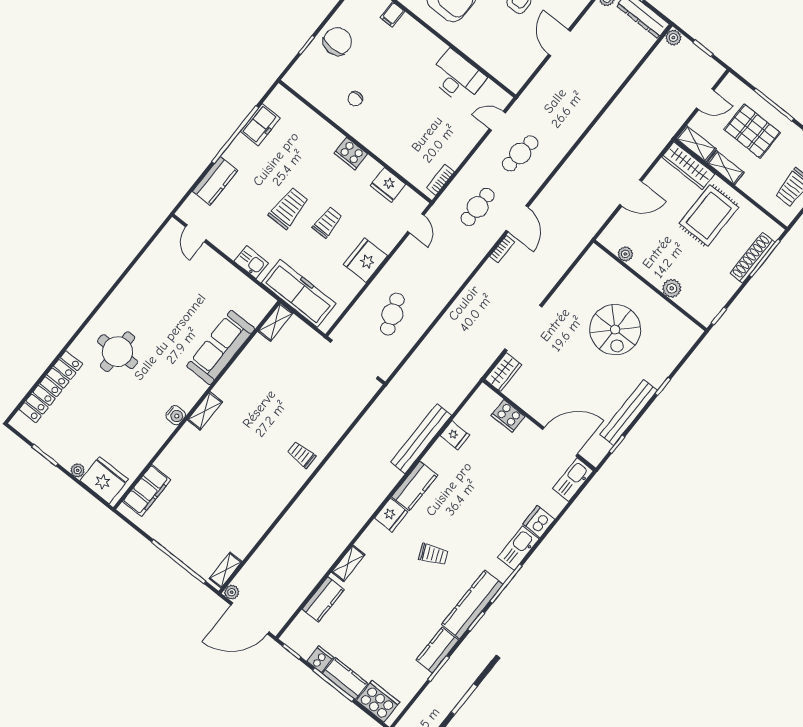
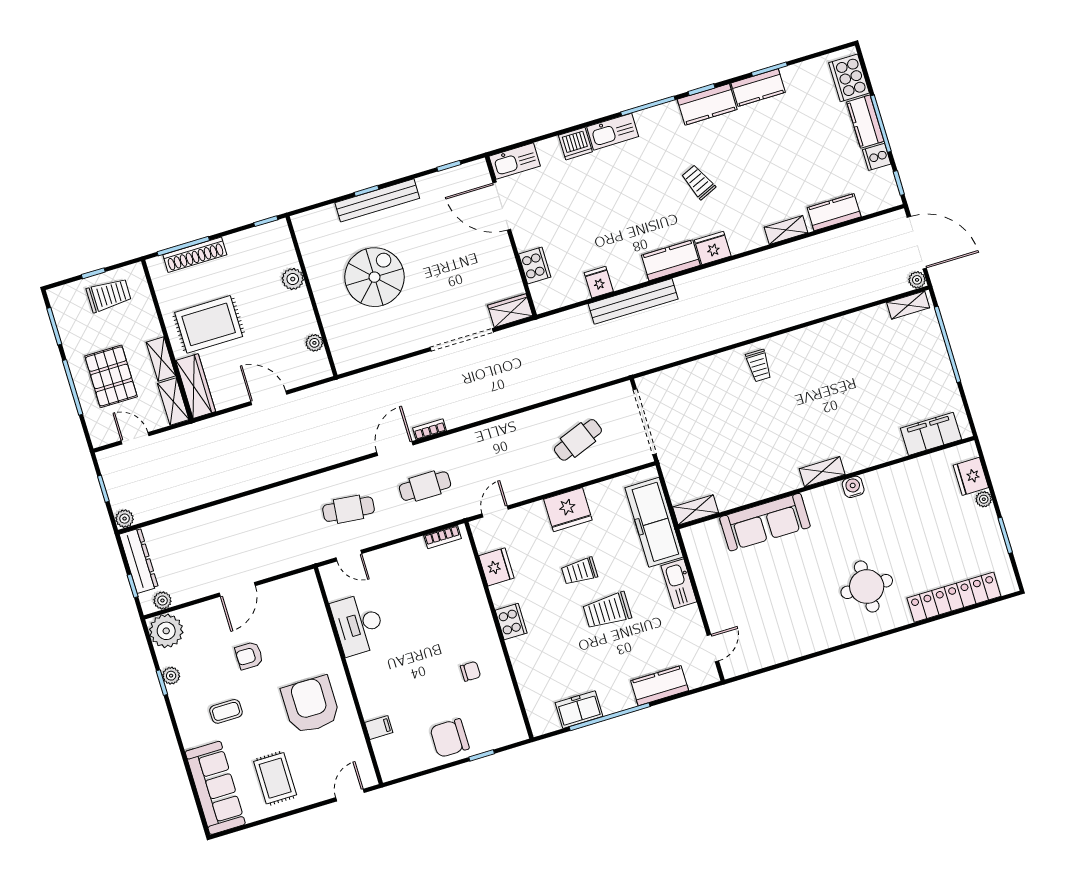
kitchen sink: (251, 262) -> (679, 584), width x1.38
bench: (629, 412) -> (377, 200), moved
fridge: (104, 480) -> (971, 476), width x0.73, depth x0.75
kitchen counter: (472, 604) -> (707, 104), width x0.67

